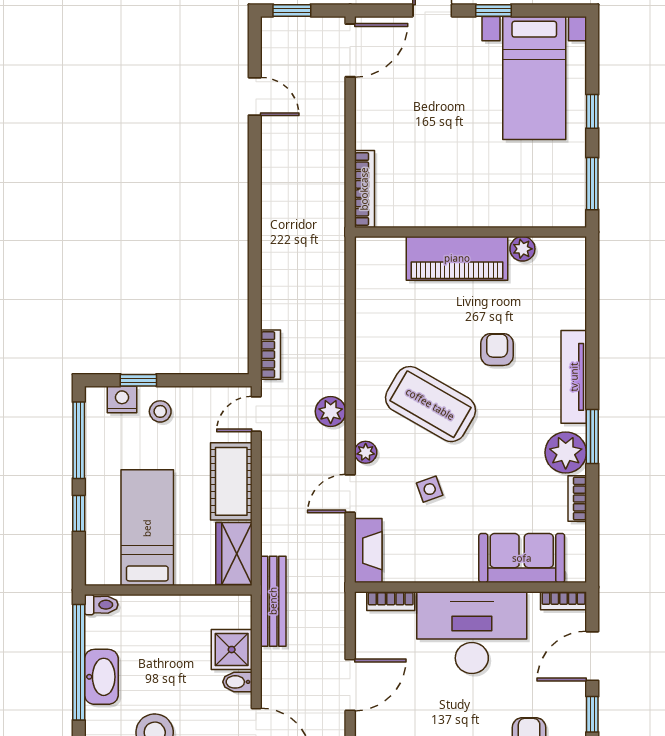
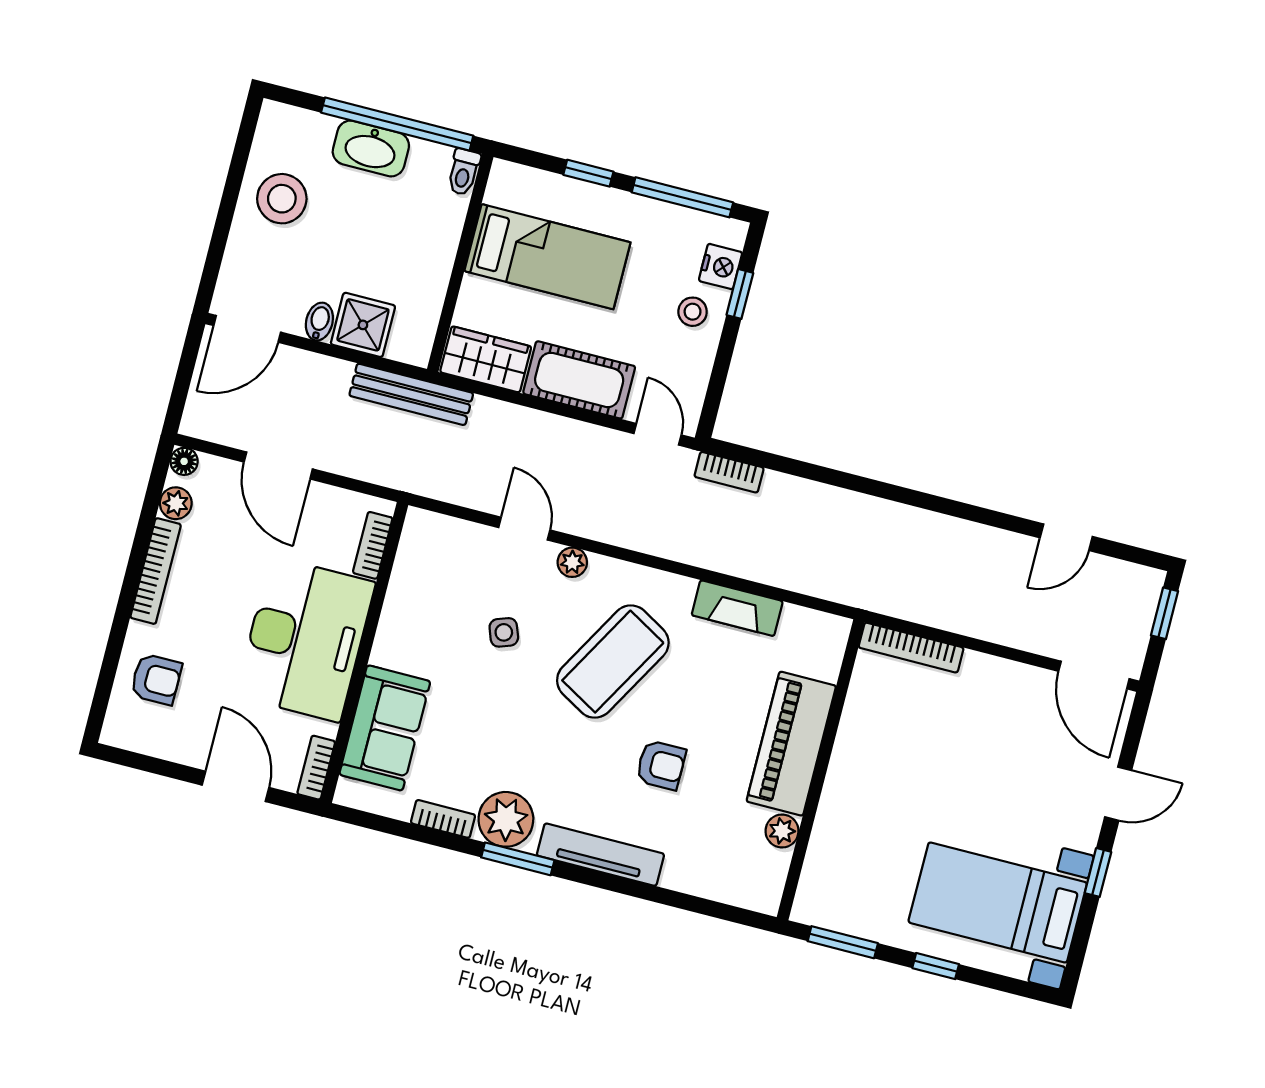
plant: (331, 411) -> (636, 531), removed
fireplace: (368, 551) -> (737, 608), moved
window: (592, 714) -> (161, 767), removed

